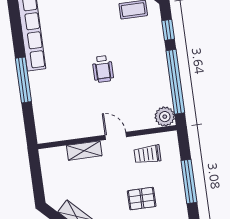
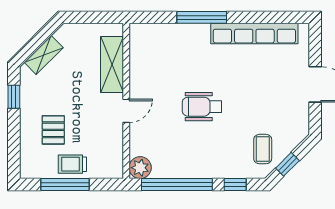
wheelchair: (103, 69) -> (202, 107), width x1.36, depth x1.37
shelving: (84, 151) -> (112, 64), width x1.50, depth x1.33
trolley: (147, 154) -> (72, 164), moved, turned -90

